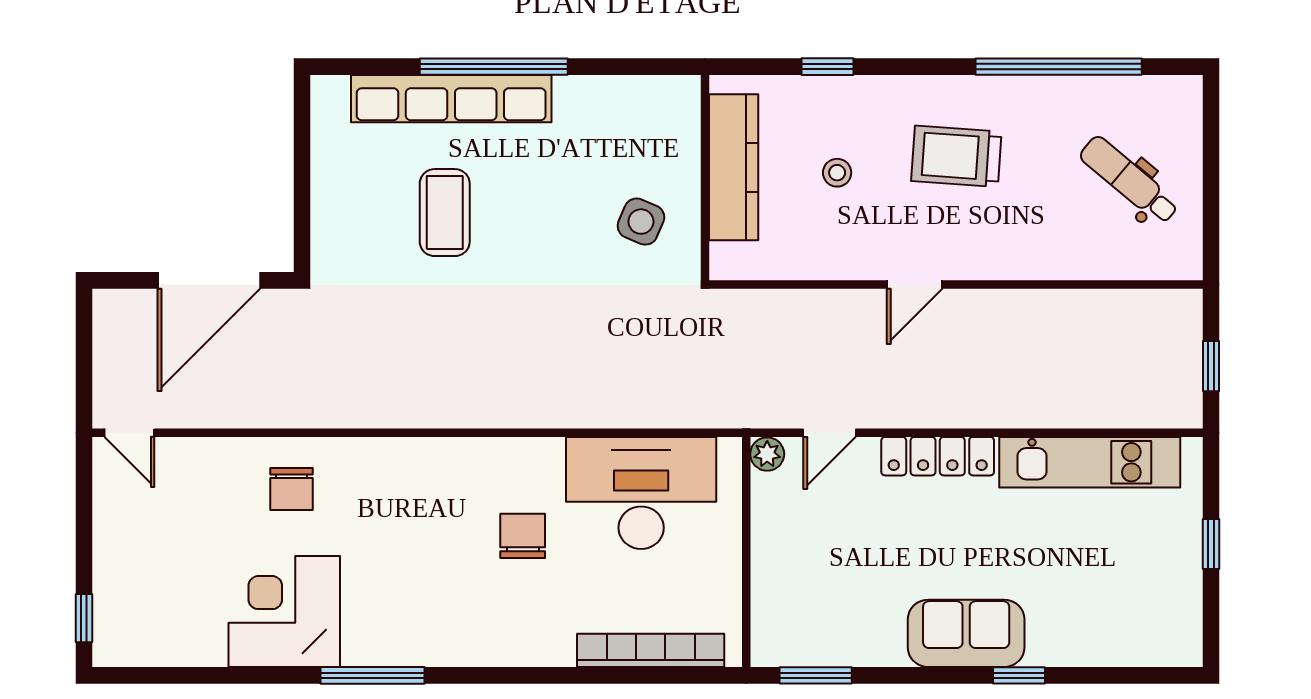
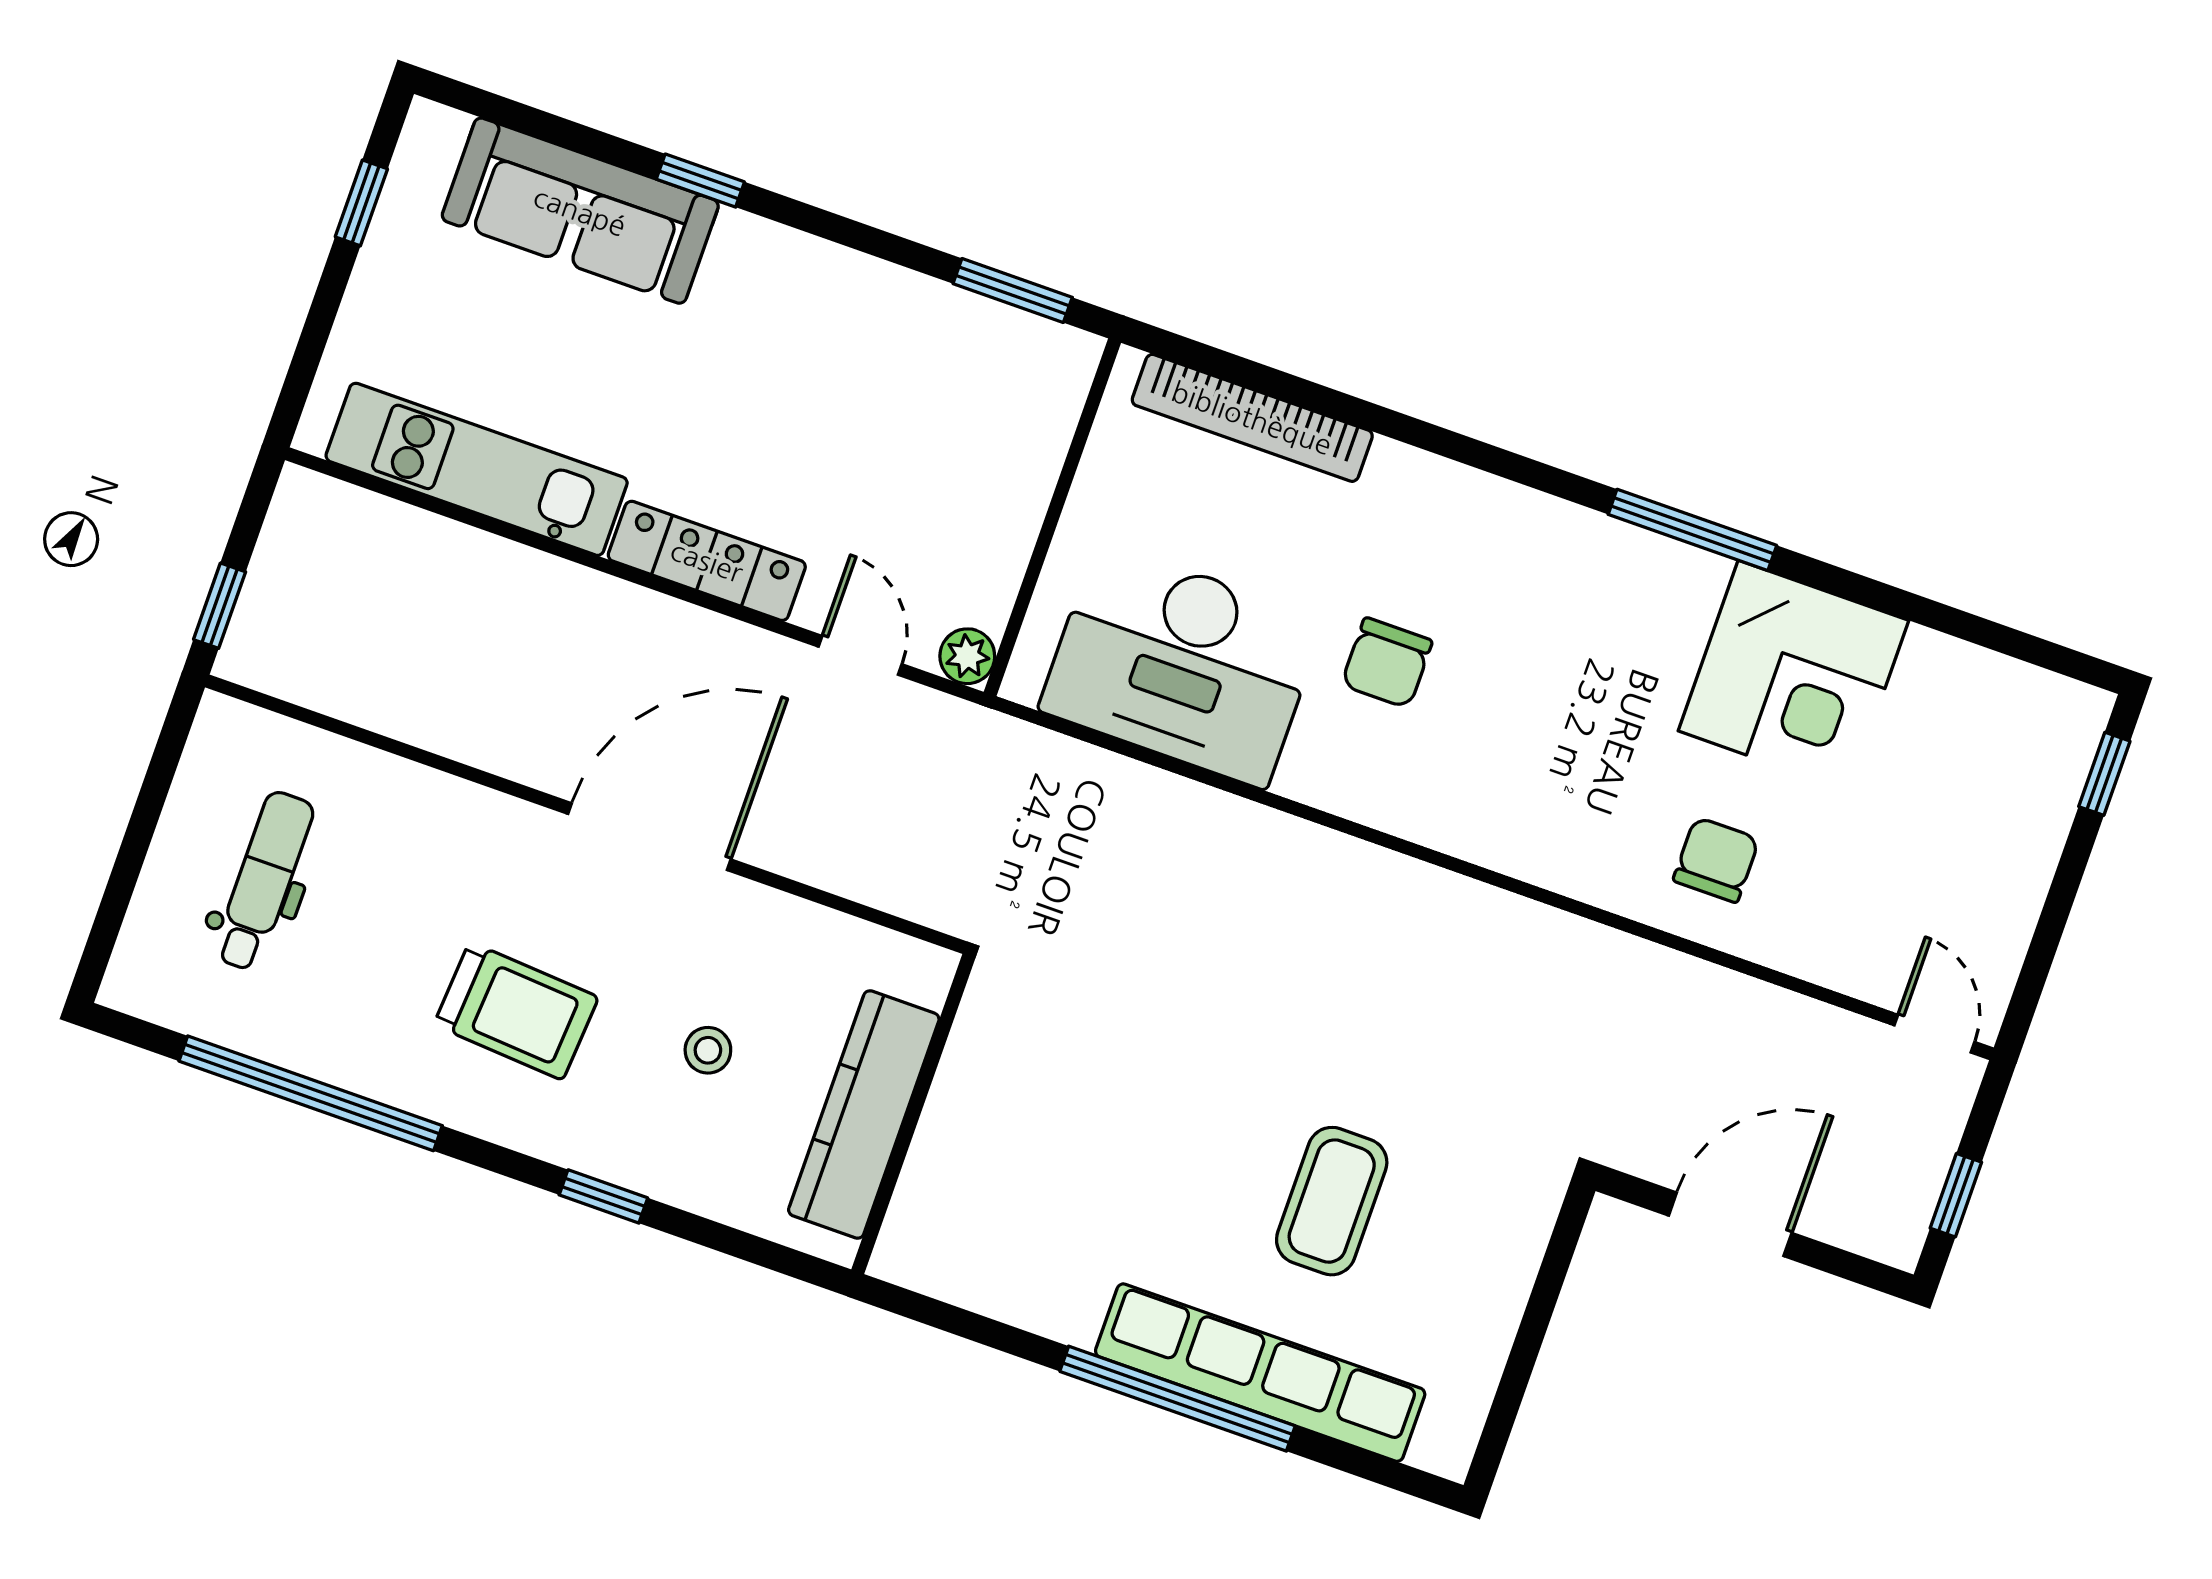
window: (827, 67) -> (603, 1196), moved
dental chair: (1129, 180) -> (264, 881), turned -130
side table: (641, 222) -> (1035, 1081), removed
door: (209, 280) -> (1730, 1224), width x0.73
door: (915, 285) -> (649, 837), width x1.87
window: (84, 343) -> (1956, 1195), added
window: (1211, 366) -> (220, 606), moved
door: (829, 433) -> (860, 655), hinge flipped
window: (1211, 544) -> (361, 203), moved
sofa: (966, 633) -> (580, 211), moved, width x1.36

